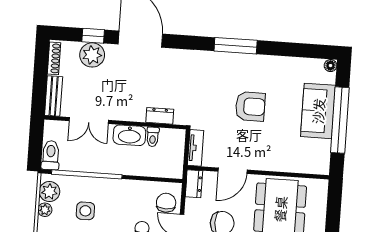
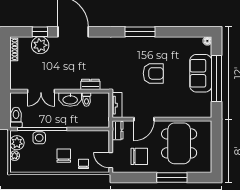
bench: (54, 96) -> (15, 76), removed
chair: (166, 203) -> (64, 156), moved
side table: (85, 211) -> (39, 138), moved

